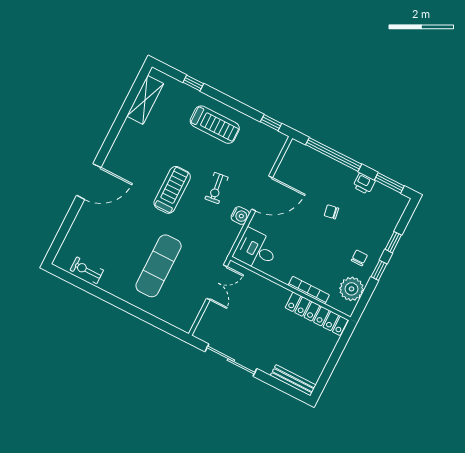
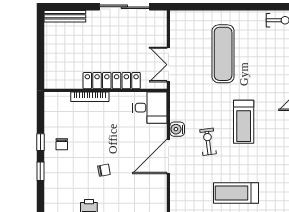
plant: (352, 289) -> (55, 115), removed
locker: (317, 314) -> (112, 81), moved

